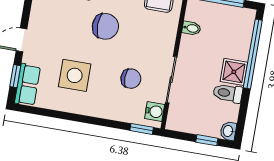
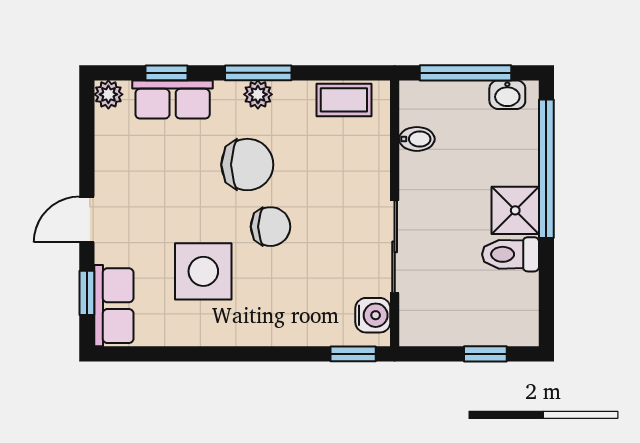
chair: (131, 79) -> (270, 227), moved
washbasin: (228, 131) -> (507, 95), moved, turned -90

